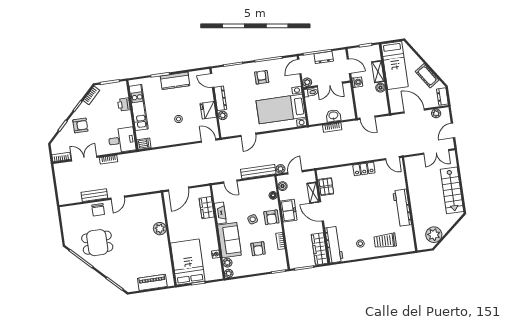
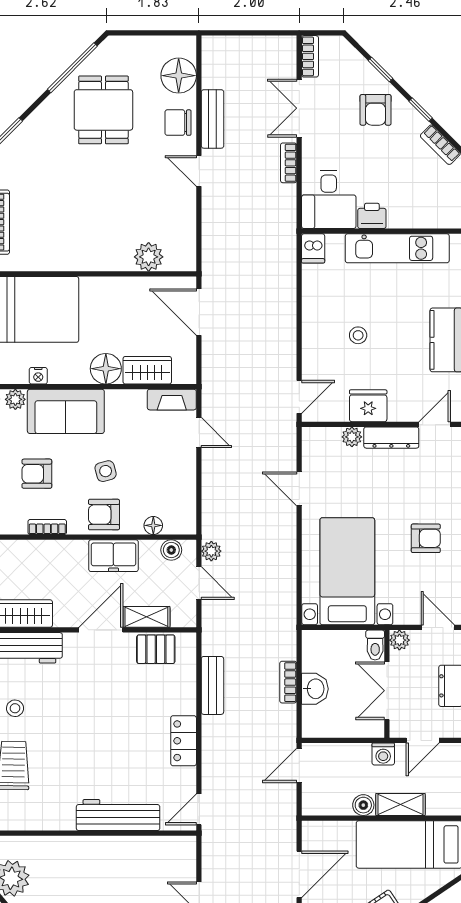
printer: (124, 104) -> (372, 216), moved
double door: (84, 158) -> (299, 108), swing flipped
bench: (258, 172) -> (212, 685), moved, width x0.73
door: (230, 182) -> (199, 433), swing flipped
workbench: (402, 208) -> (118, 815), moved
floor lamp: (78, 212) -> (179, 76), added
fireplace: (220, 213) -> (172, 400), moved
floor lamp: (209, 226) -> (106, 369), added
plant: (160, 229) -> (149, 257), moved

